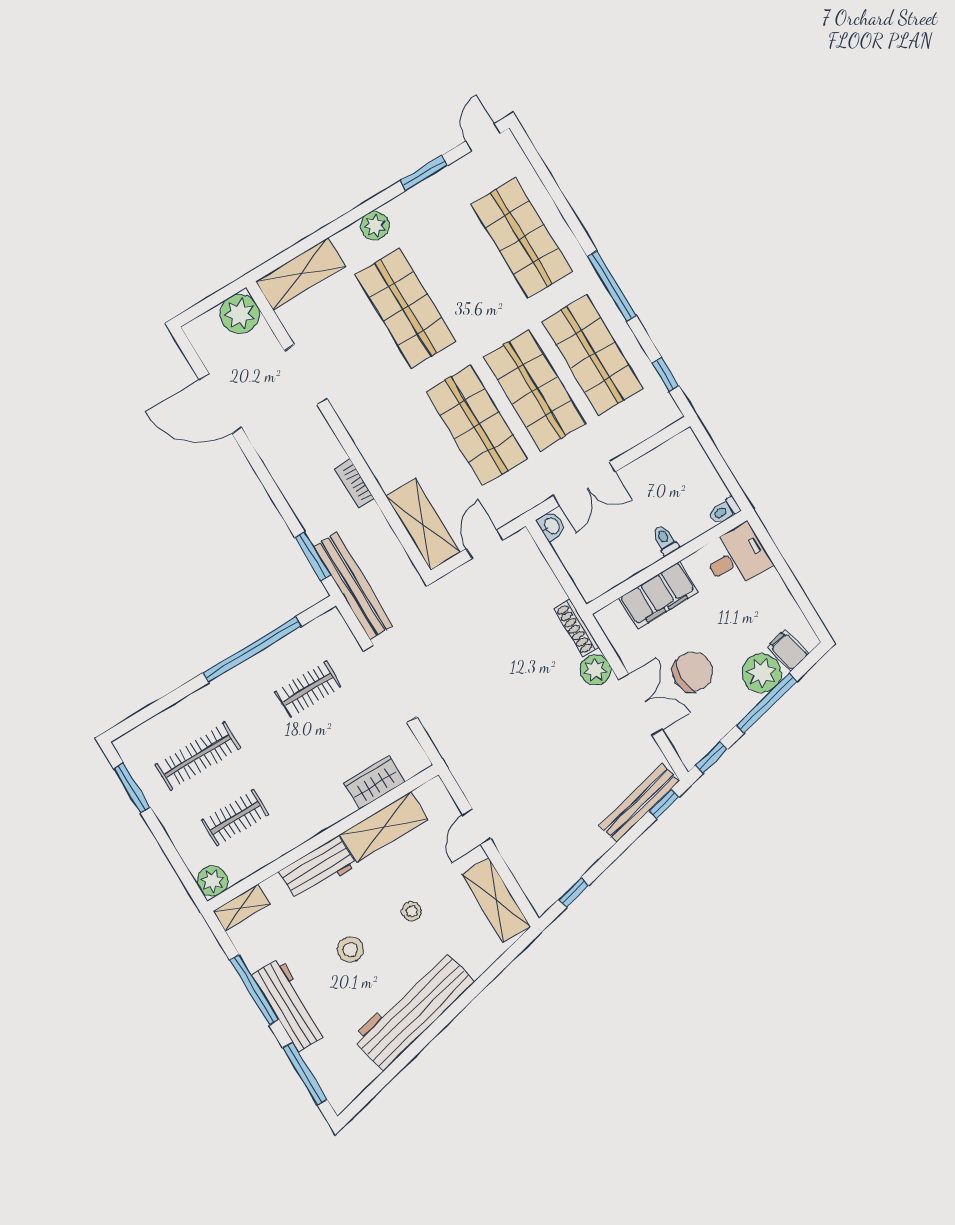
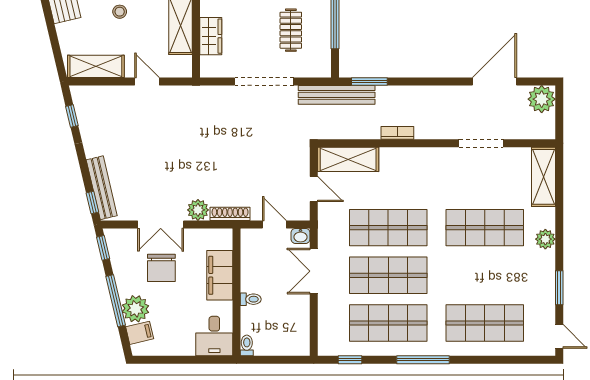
plant: (240, 314) -> (542, 99), moved
door: (557, 566) -> (274, 224), added

